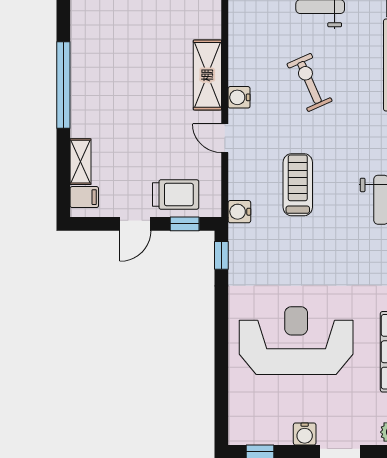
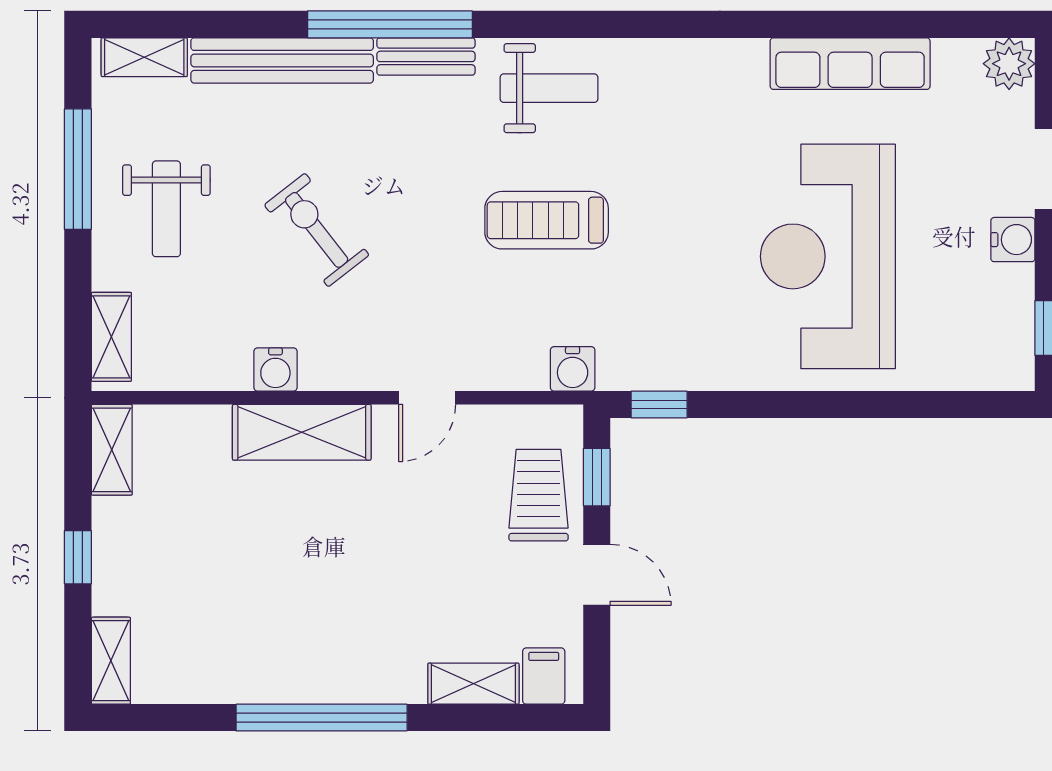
exercise bike: (310, 82) -> (317, 230), turned 76
water cooler: (239, 97) -> (275, 369), moved
treadmill: (298, 185) -> (547, 220), moved

